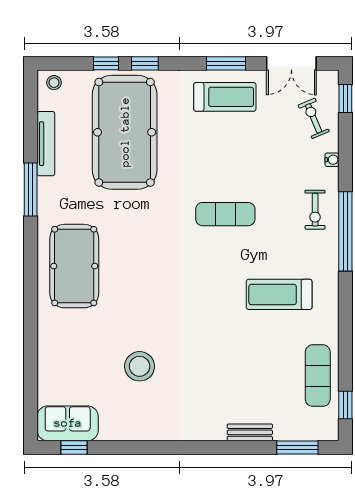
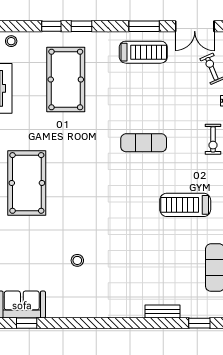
pool table: (125, 132) -> (66, 80), width x0.73, depth x0.76
stool: (140, 366) -> (77, 260), width x0.53, depth x0.53
window: (297, 448) -> (199, 323), width x0.67

